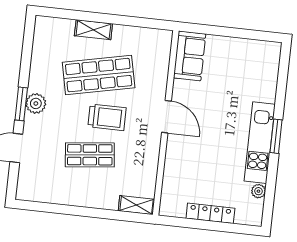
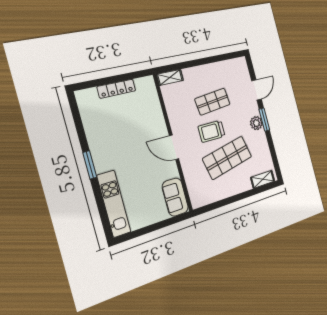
shelving: (93, 30) -> (263, 179), moved
kitchen unit: (260, 143) -> (114, 204), moved
plant: (258, 191) -> (87, 118), removed

